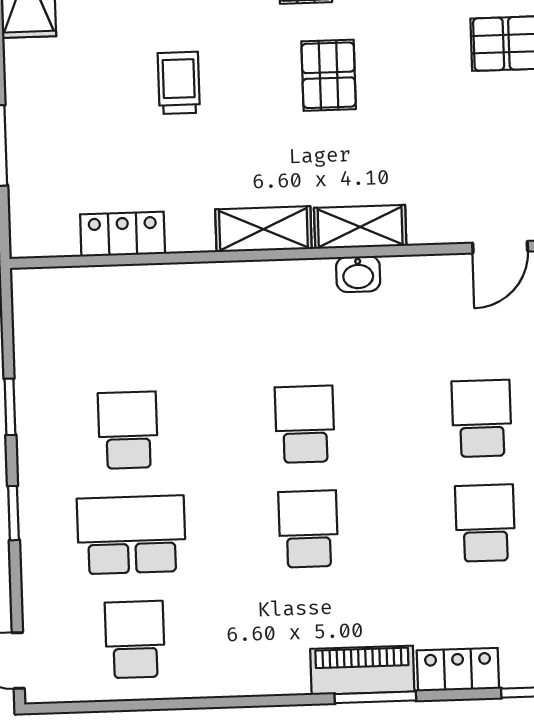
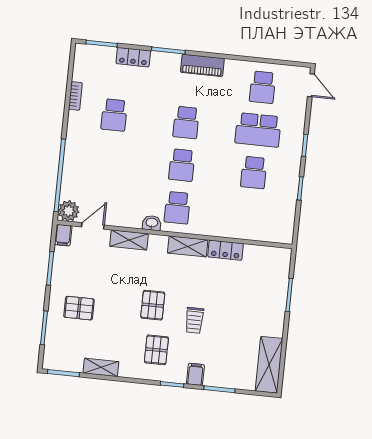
trolley: (179, 83) -> (194, 320), moved
shelving: (360, 227) -> (129, 240), moved
locker: (123, 234) -> (225, 250), moved
school desk: (482, 418) -> (177, 208), moved
piano: (362, 670) -> (202, 65), moved

